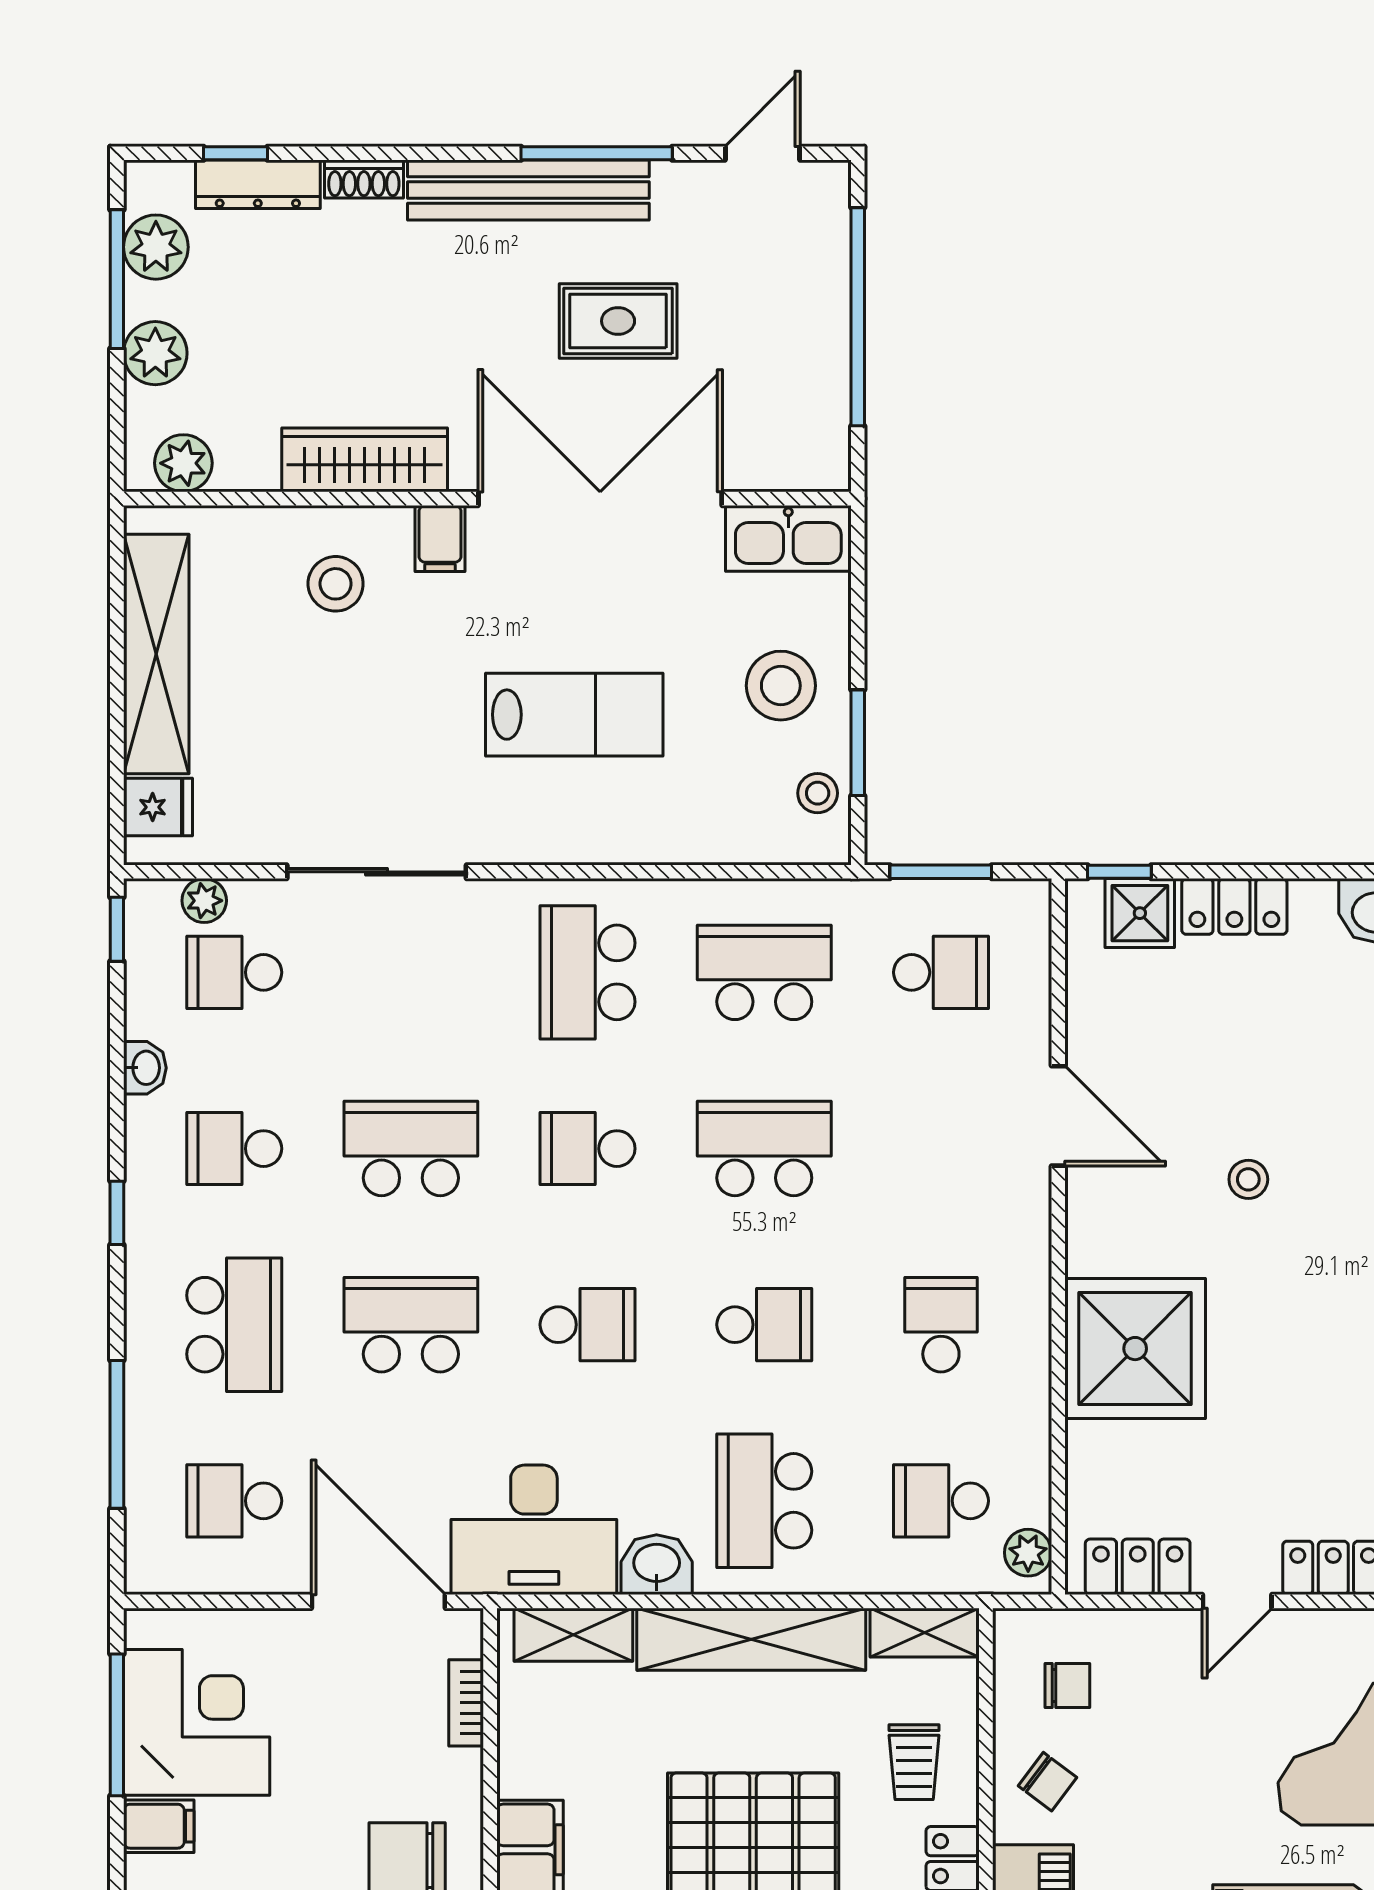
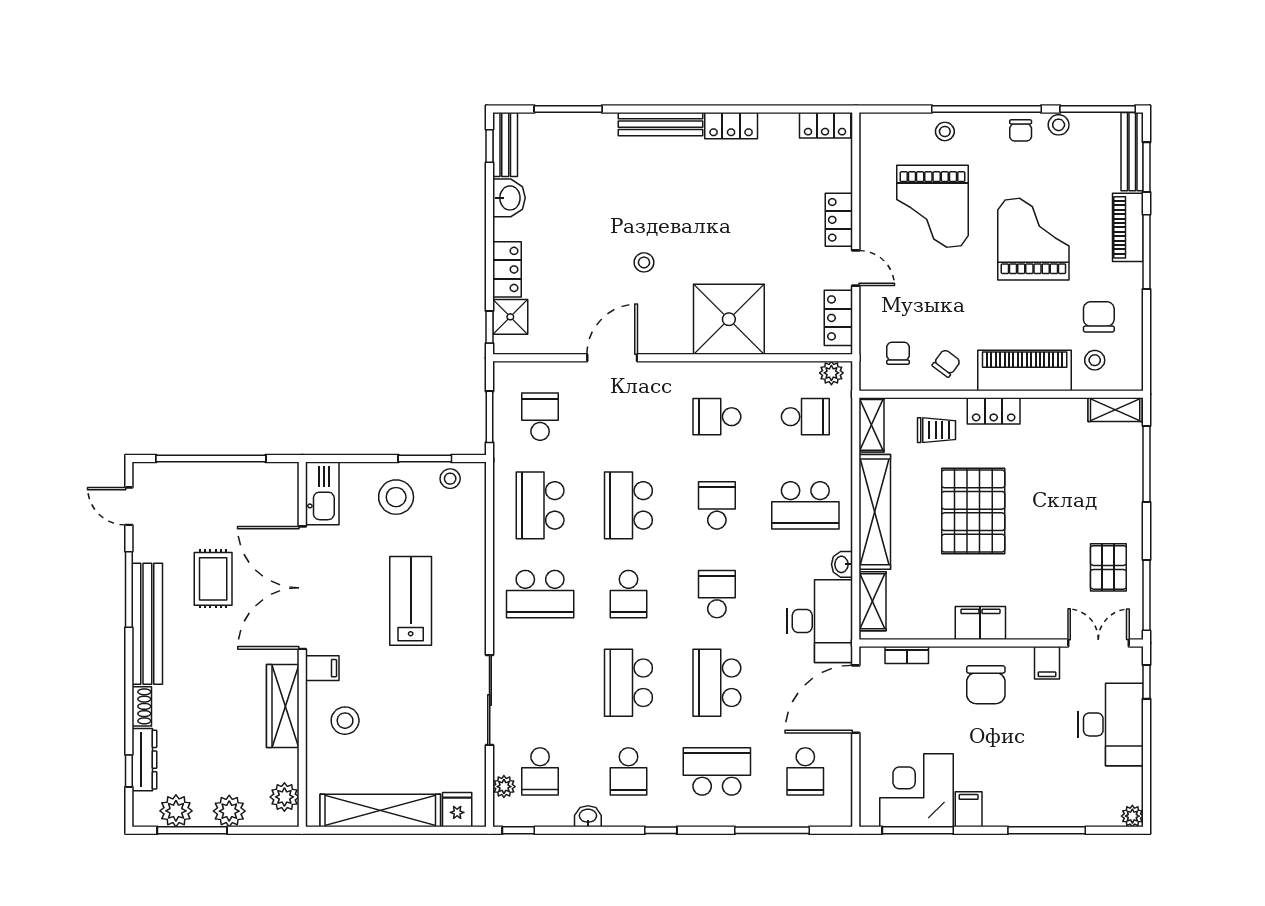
school desk: (941, 1501) -> (805, 417), turned -90
washbasin: (657, 1565) -> (842, 564), width x0.72, depth x0.69

